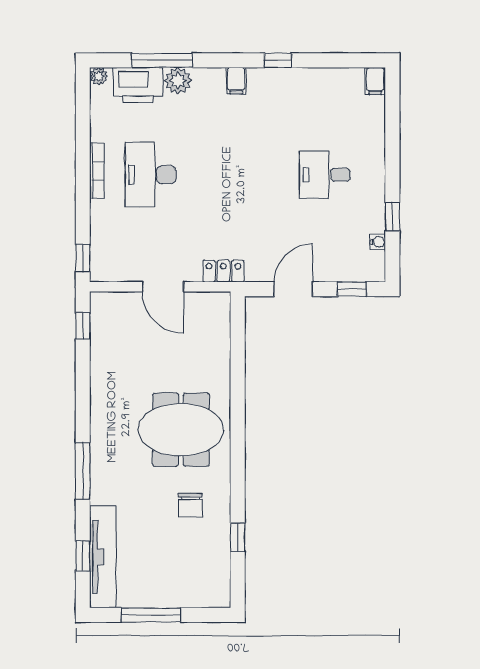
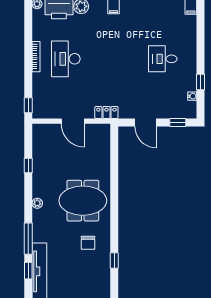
door: (293, 289) -> (145, 122), swing flipped
window: (83, 326) -> (28, 166), moved
plant: (99, 434) -> (37, 203), added
window: (83, 471) -> (28, 239), moved

